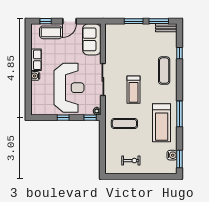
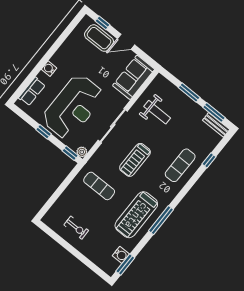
weight bench: (124, 49) -> (157, 112), added
row of seats: (36, 60) -> (32, 91), moved

